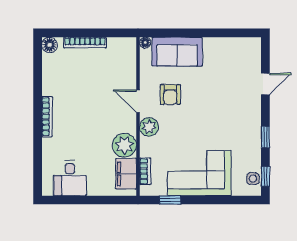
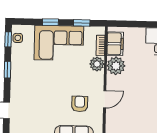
door: (138, 101) -> (105, 99), hinge flipped
plant: (149, 127) -> (97, 64), moved
window: (211, 200) -> (50, 22), added

